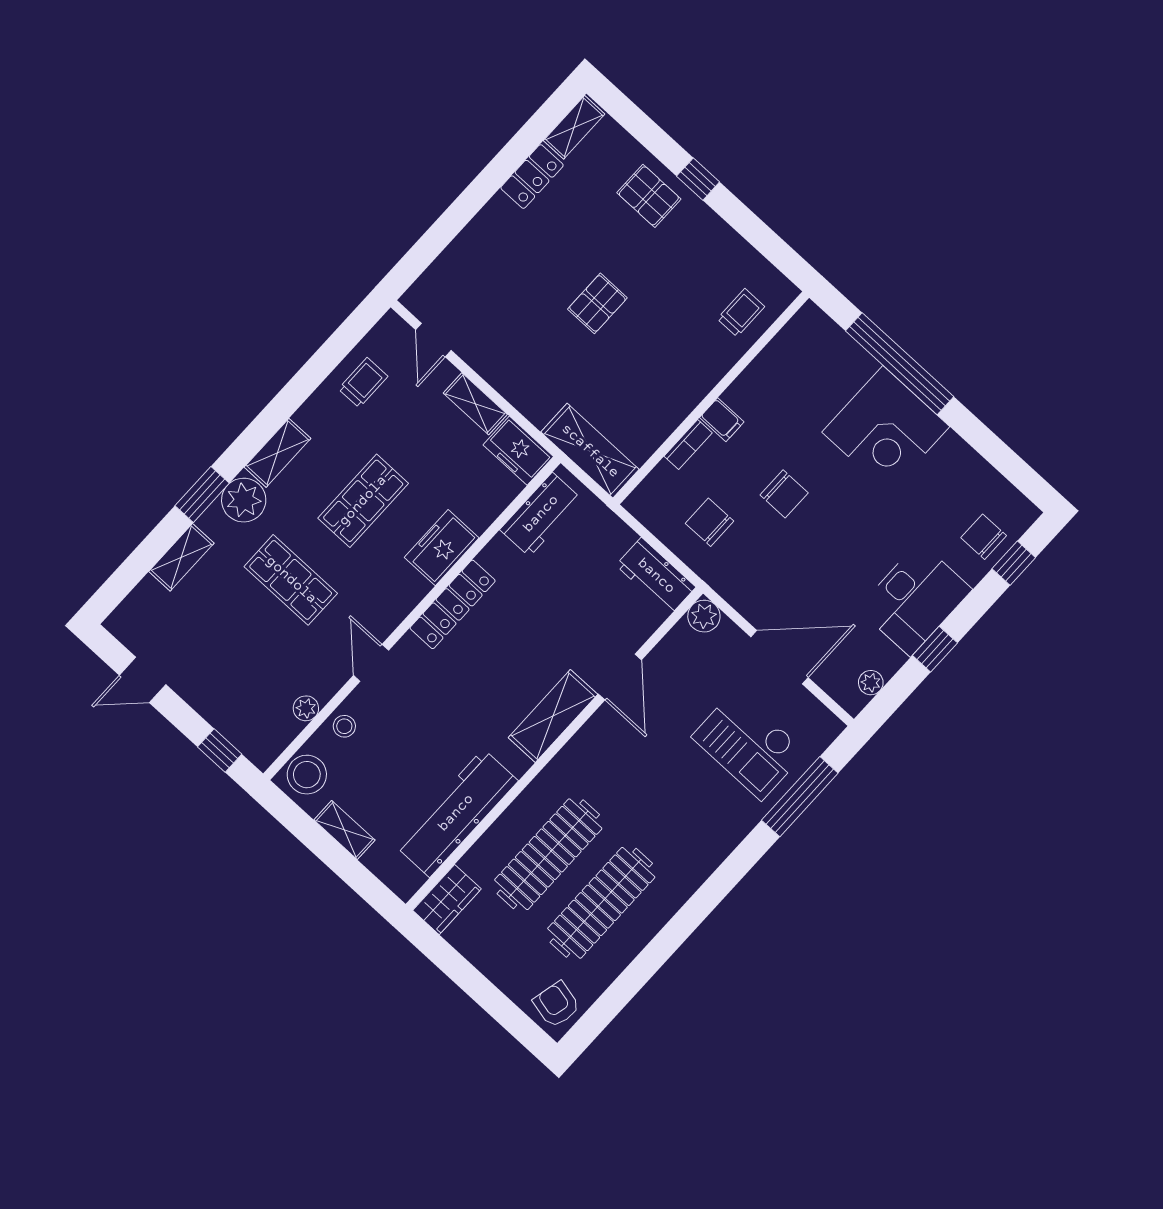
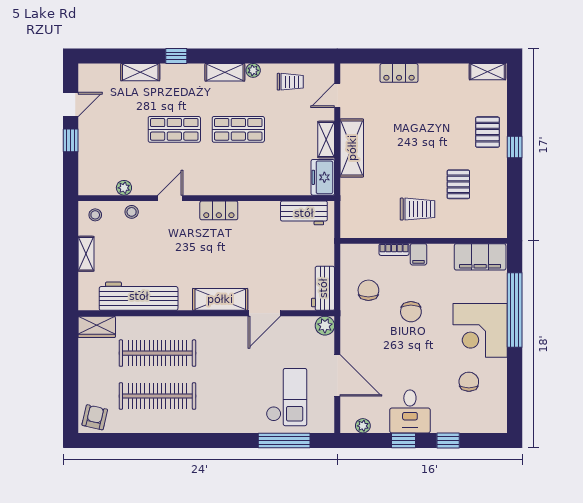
locker: (532, 177) -> (399, 73), moved
pallet: (597, 303) -> (458, 184), moved, turned 90
trolley: (741, 313) -> (417, 209), moved, width x1.36, depth x1.39
filing cabinet: (795, 346) -> (480, 257), added
shelving: (590, 451) -> (352, 148), moved
window: (202, 494) -> (176, 56), width x0.67
plant: (244, 500) -> (253, 70), moved, width x0.53, depth x0.53
chair: (984, 537) -> (469, 382), moved
freezer: (442, 548) -> (249, 183), removed
window: (1014, 563) -> (448, 441), moved
shop shelf: (291, 580) -> (174, 129), turned 90
desk: (915, 599) -> (410, 411), width x0.73
locker: (453, 604) -> (219, 210), width x0.66
door: (143, 680) -> (71, 104), swing flipped
checkout: (749, 744) -> (287, 397), turned 180
window: (220, 750) -> (71, 140), moved
stool: (307, 775) -> (95, 215), width x0.53, depth x0.53

